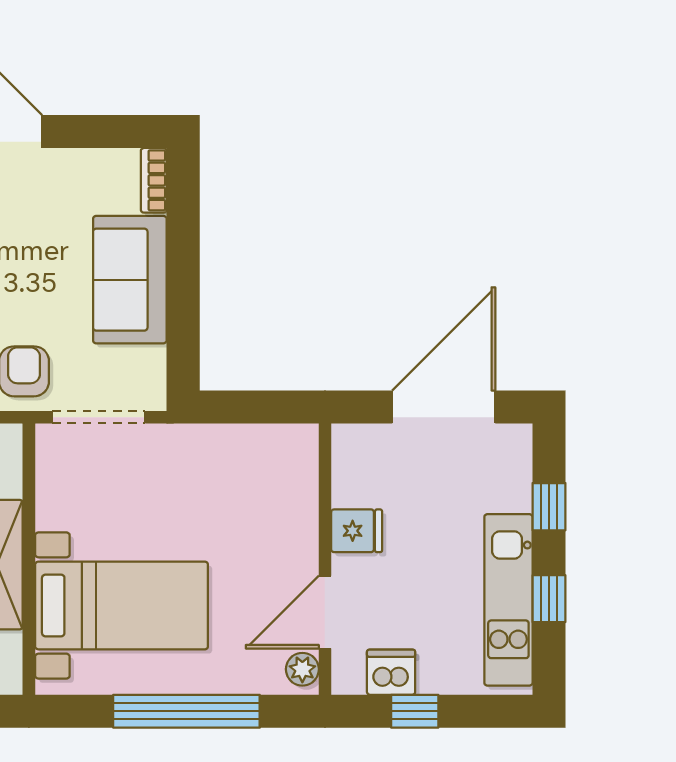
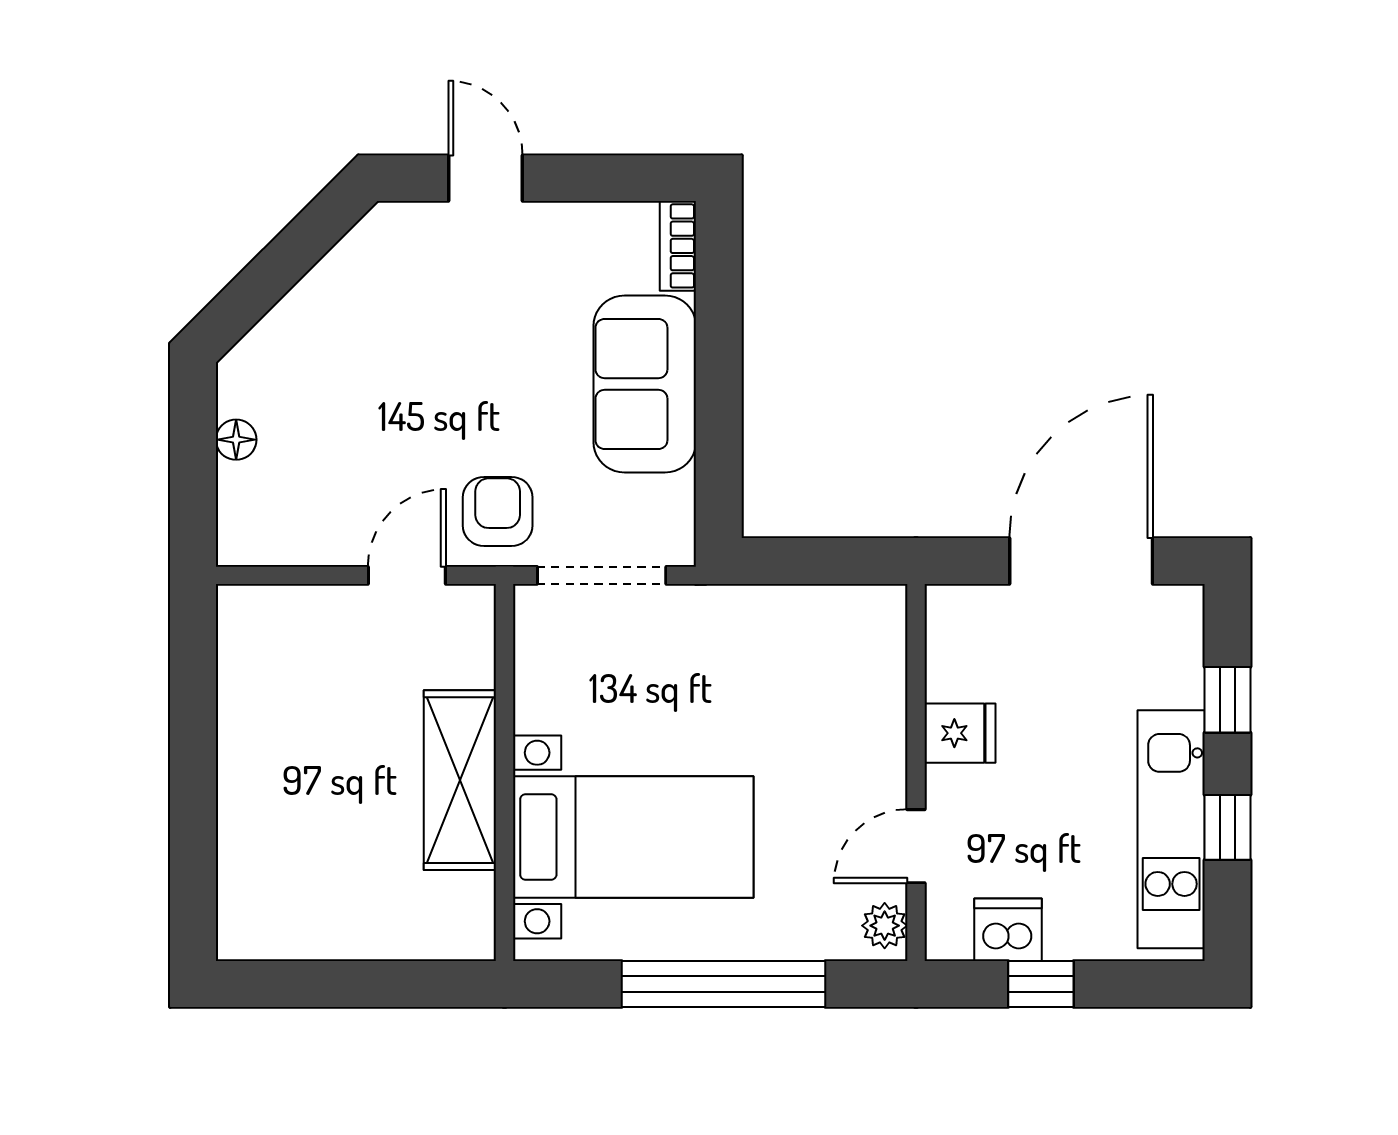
door: (325, 612) -> (916, 846), width x0.73

